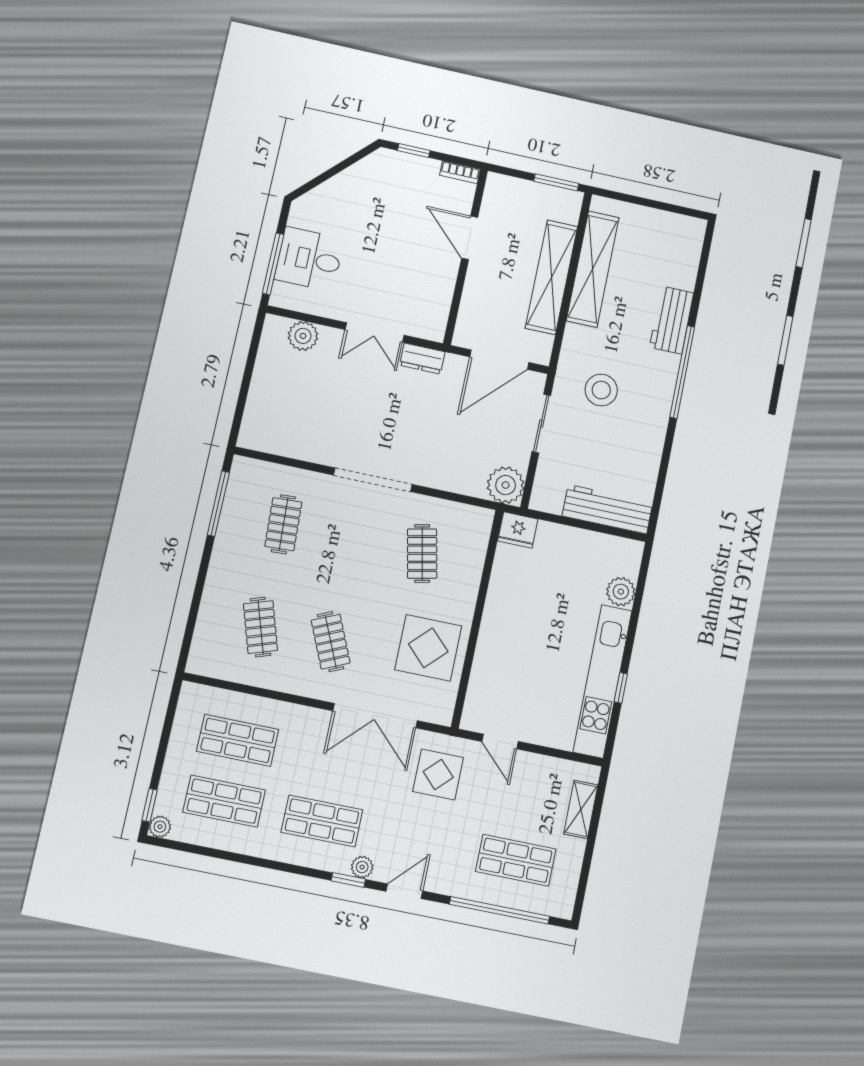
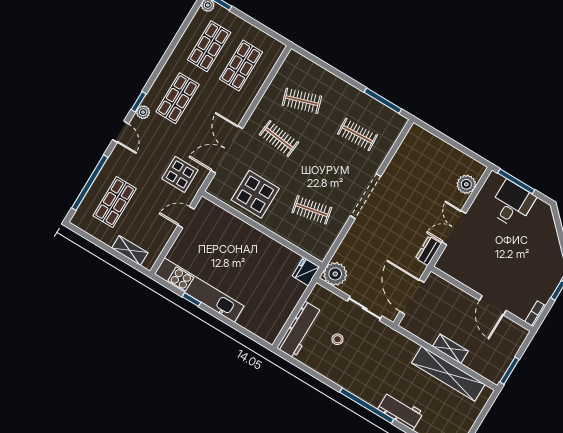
door: (470, 238) -> (493, 305), swing flipped
shelving: (552, 277) -> (450, 349), width x0.45, depth x0.75
stool: (601, 390) -> (337, 339), moved, width x0.53, depth x0.53
plant: (621, 592) -> (248, 320), removed
clothes rail: (331, 642) -> (279, 138), turned 30

